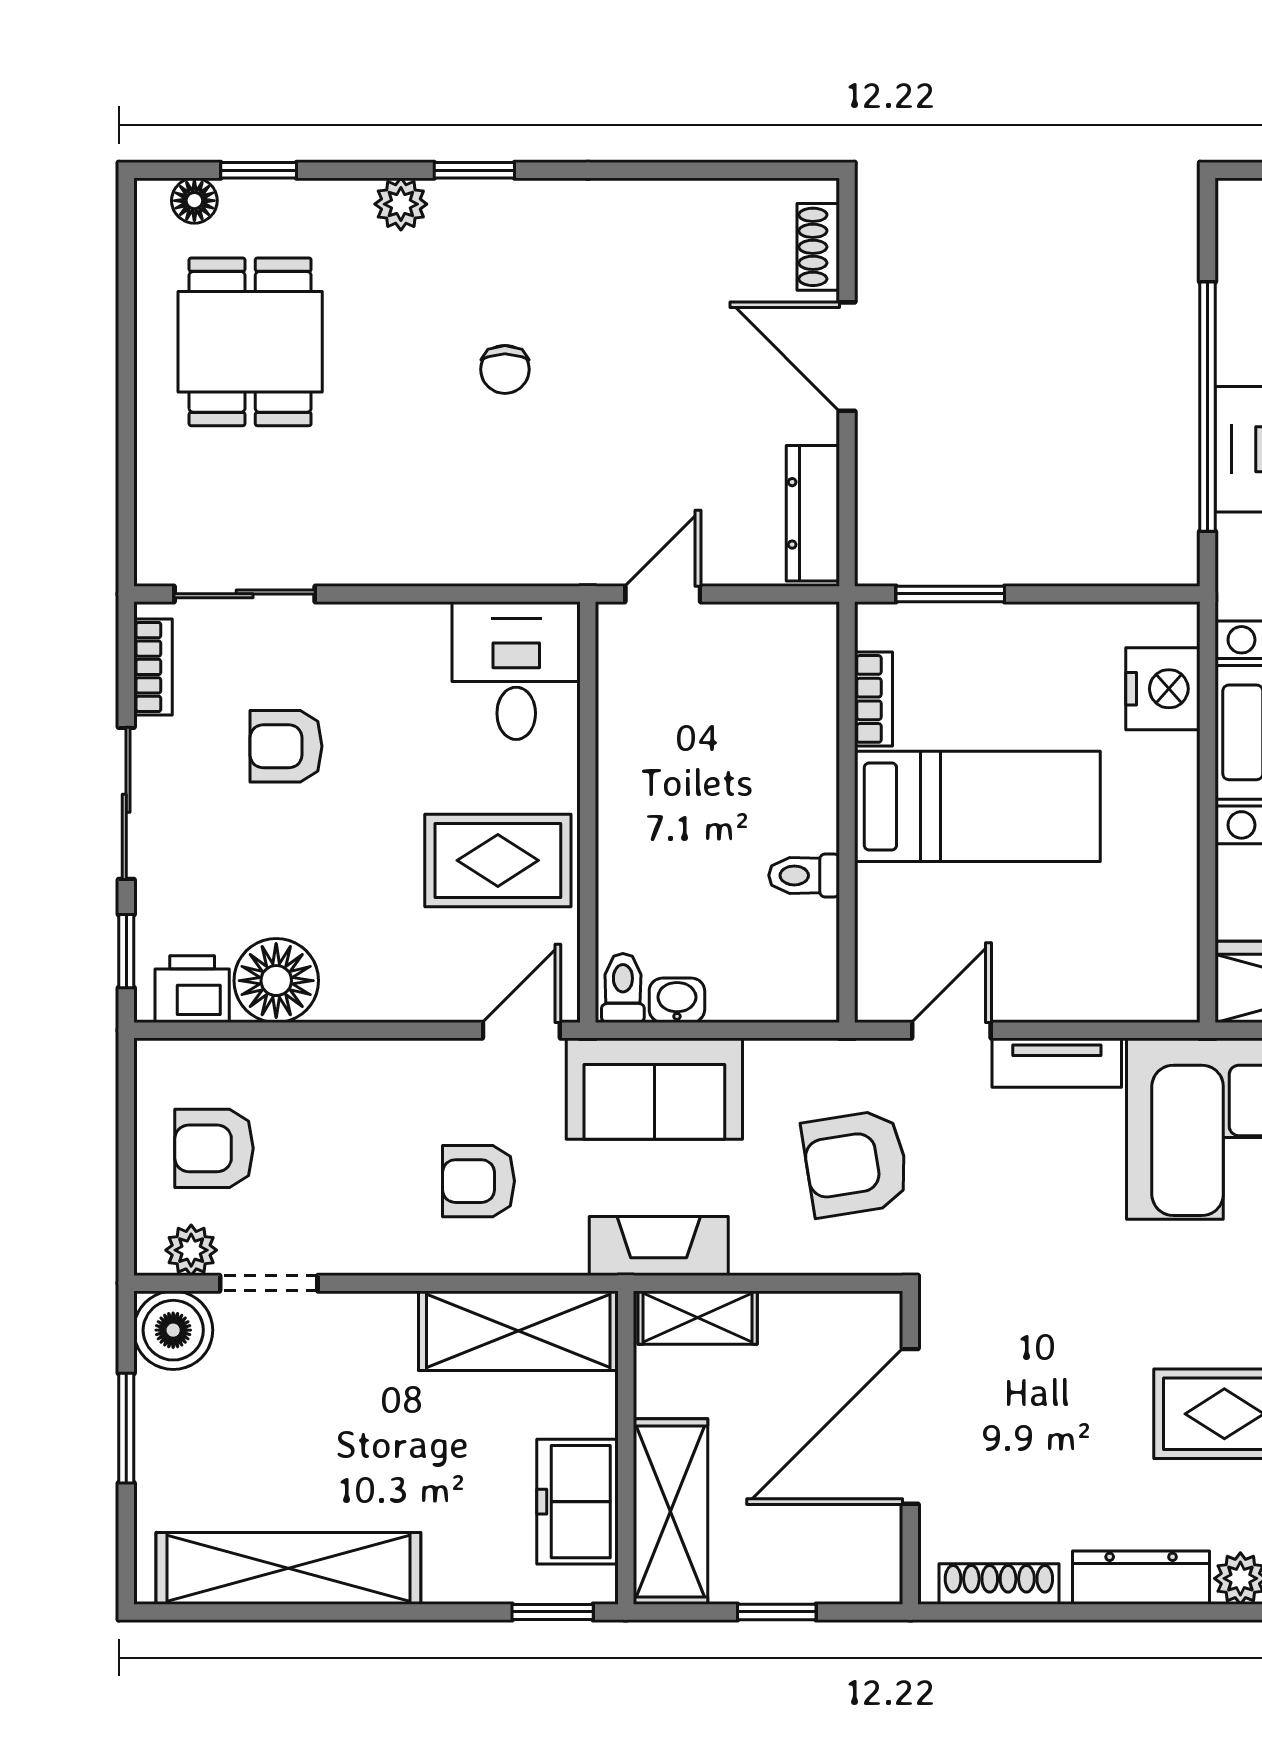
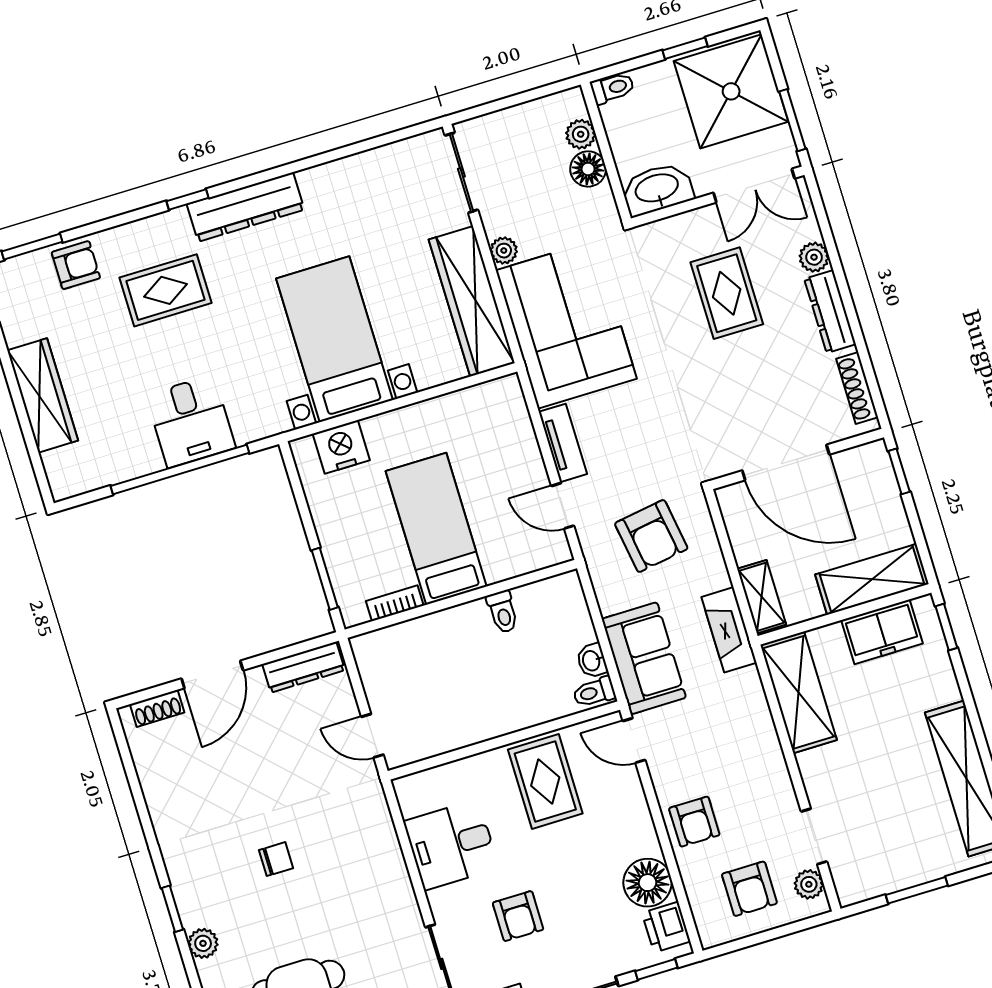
desk: (516, 671) -> (451, 845), moved
armchair: (479, 1181) -> (694, 822), moved
boiler: (173, 1330) -> (855, 881), removed
window: (777, 1612) -> (899, 471), moved

